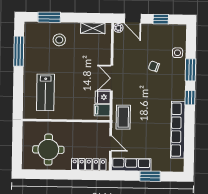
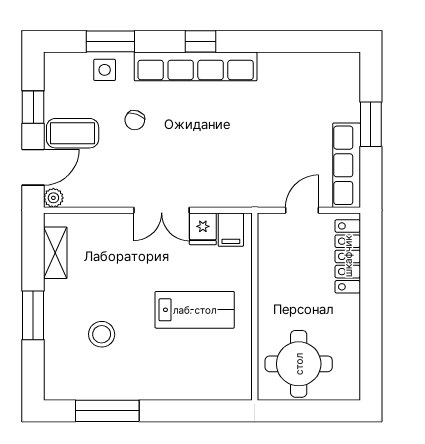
window: (49, 17) -> (33, 315), moved
stool: (59, 40) -> (102, 334), moved
window: (190, 70) -> (110, 41), moved
lab bench: (45, 92) -> (195, 310), moved
coffee table: (123, 117) -> (73, 133), moved
row of seats: (178, 130) -> (196, 66), moved
round table: (48, 150) -> (299, 364), moved

